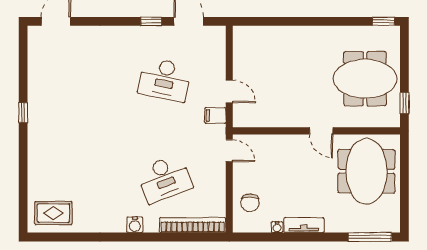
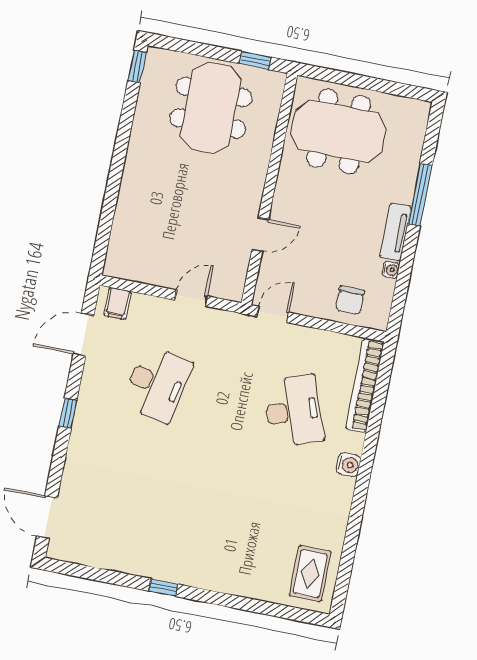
window: (151, 21) -> (68, 414), moved
filing cabinet: (215, 116) -> (117, 303), moved
door: (321, 131) -> (260, 235), moved
chair: (250, 203) -> (350, 300), turned 90
window: (370, 237) -> (420, 195), moved

